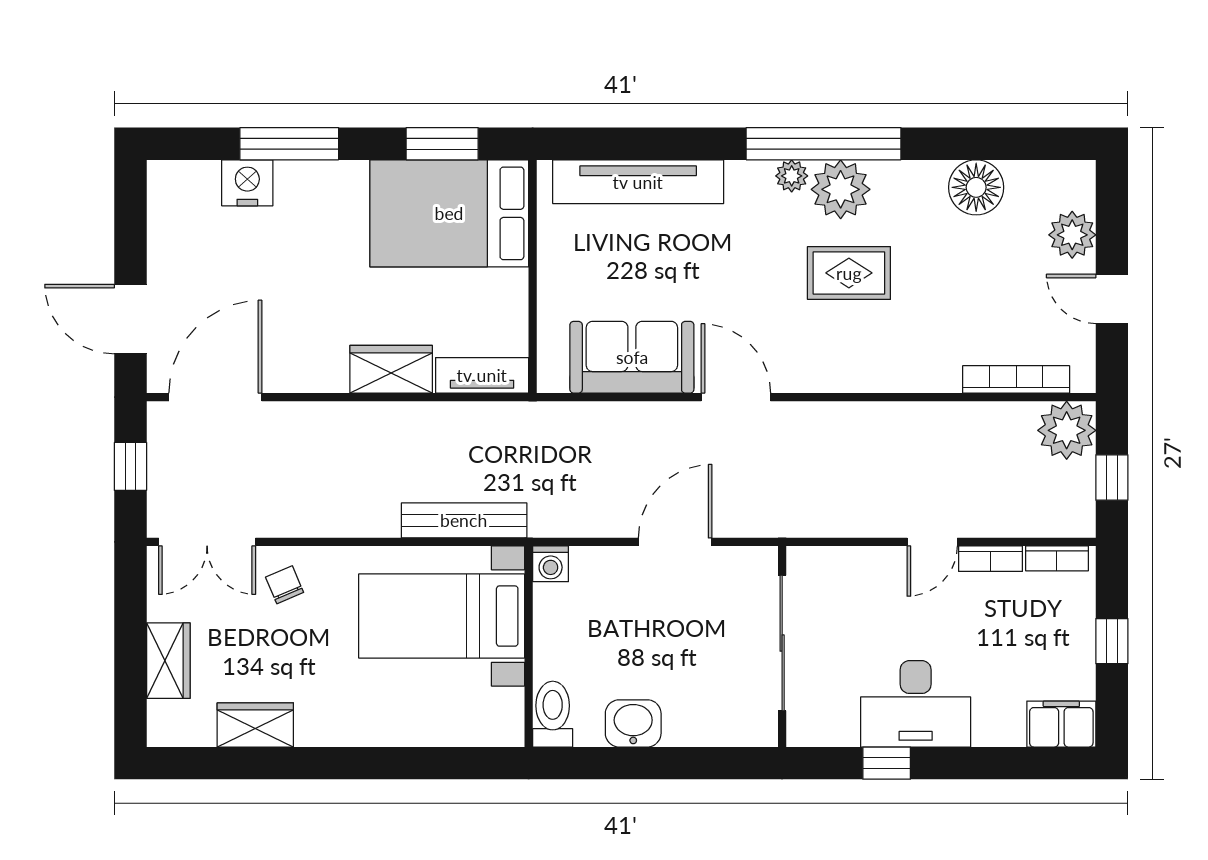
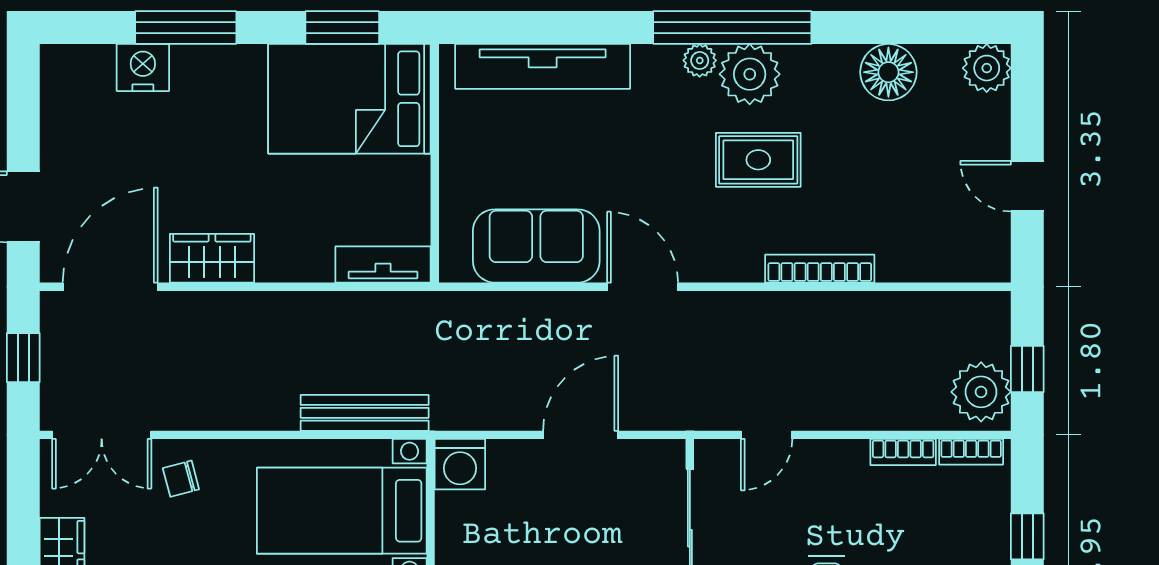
plant: (1072, 235) -> (987, 68), moved
wardrobe: (391, 369) -> (212, 258), moved
bookcase: (1016, 379) -> (820, 269), moved
plant: (1067, 430) -> (981, 392), moved
door: (932, 542) -> (767, 435), moved
washing machine: (551, 564) -> (460, 464), width x1.38, depth x1.38
chair: (285, 585) -> (181, 479), turned -82

